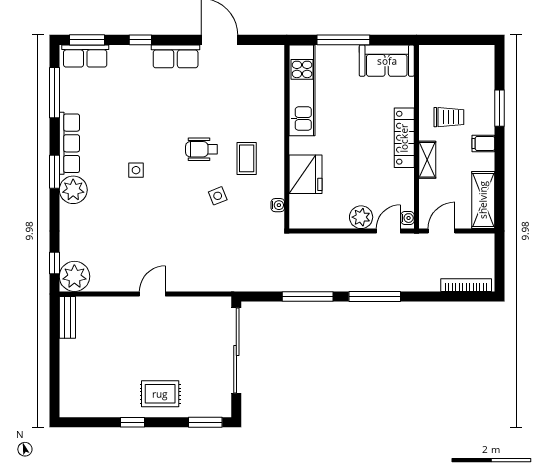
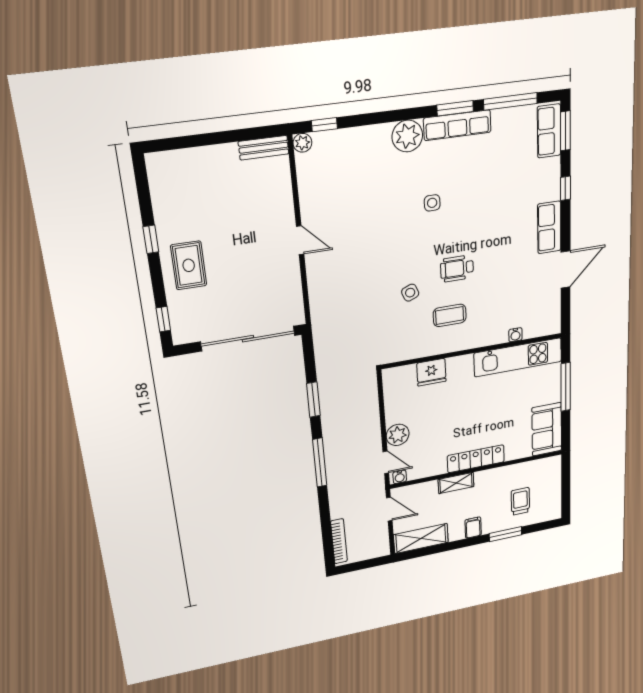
trolley: (449, 117) -> (520, 501), moved, turned 180
wheelchair: (202, 149) -> (457, 268), turned -90
window: (54, 172) -> (455, 108), moved
fridge: (306, 174) -> (431, 372), width x0.73, depth x0.75
water cooler: (278, 205) -> (515, 335), moved
plant: (74, 276) -> (302, 143), width x0.53, depth x0.53
window: (308, 296) -> (313, 400), width x0.69
window: (205, 422) -> (163, 319), width x0.67

